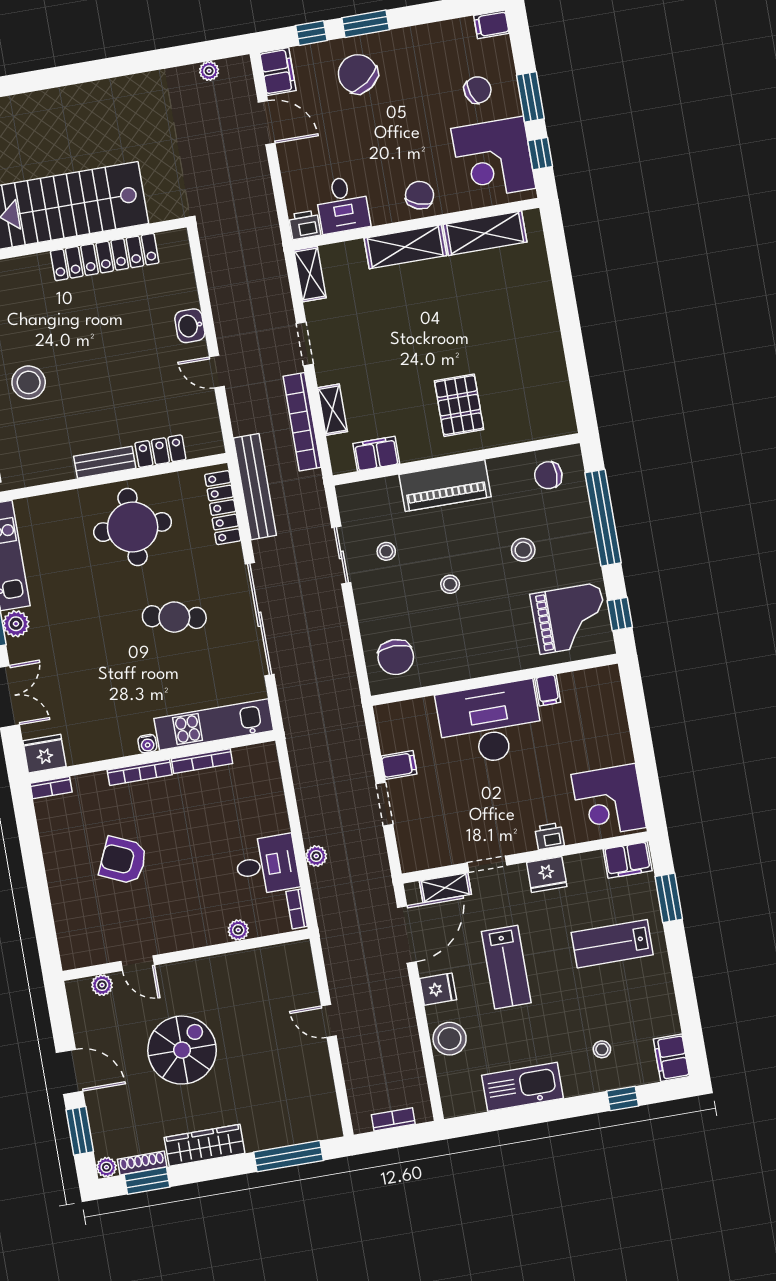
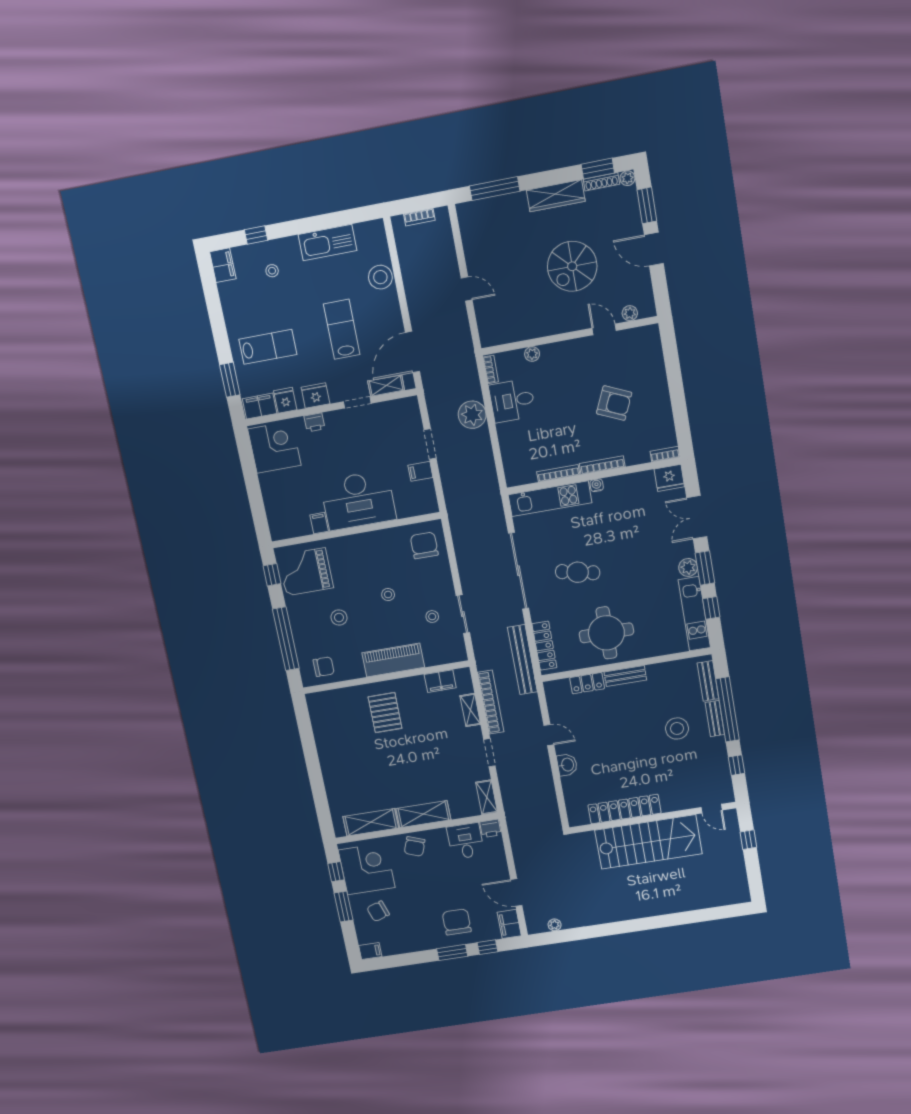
chair: (358, 74) -> (457, 922), turned -144
plant: (316, 856) -> (472, 415), width x1.88, depth x1.88
fridge: (438, 989) -> (285, 400), moved, turned 90

